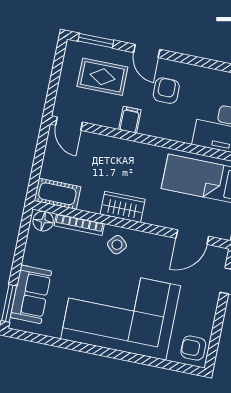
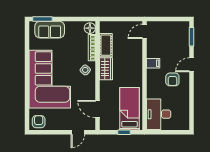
rug: (102, 77) -> (173, 44), removed
armchair: (166, 91) -> (172, 79), turned 90
cot: (57, 194) -> (106, 45), moved

